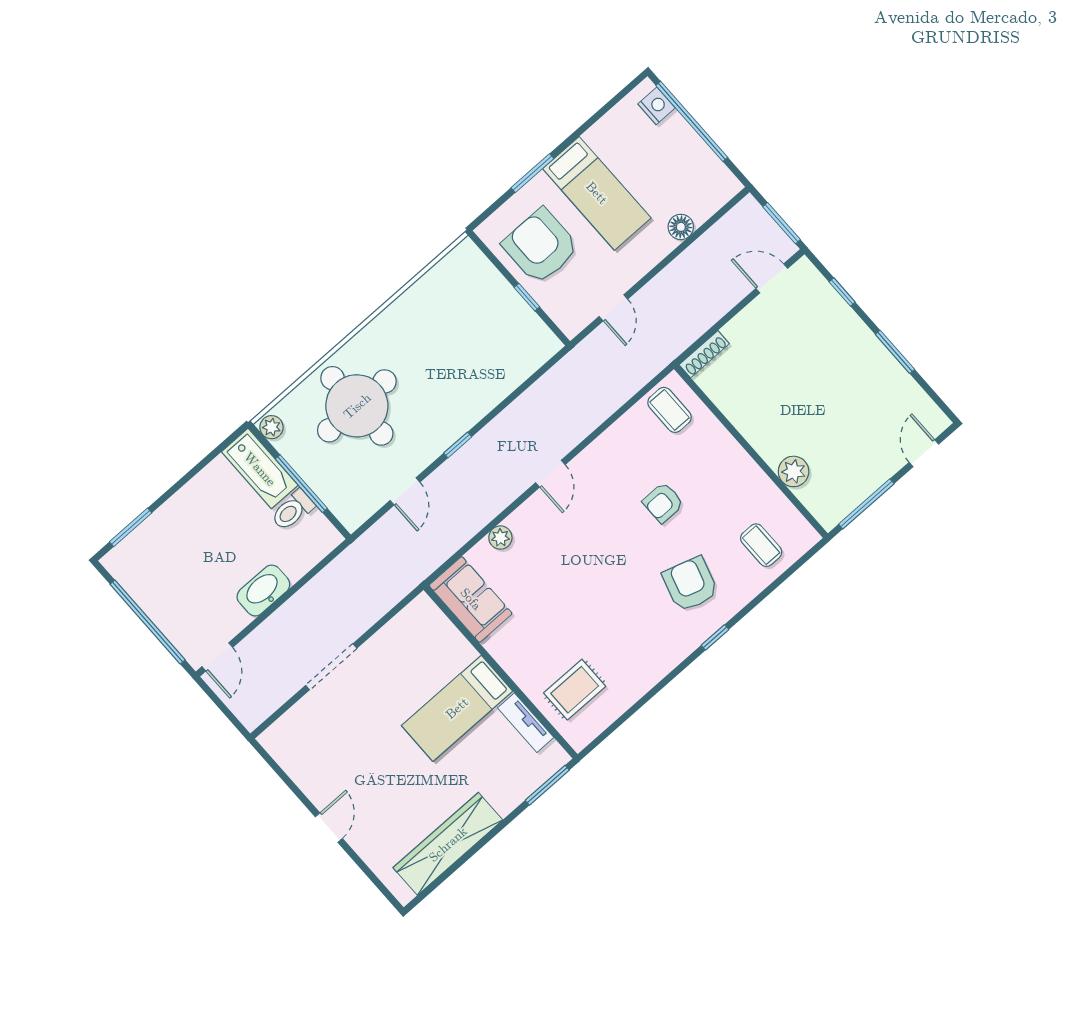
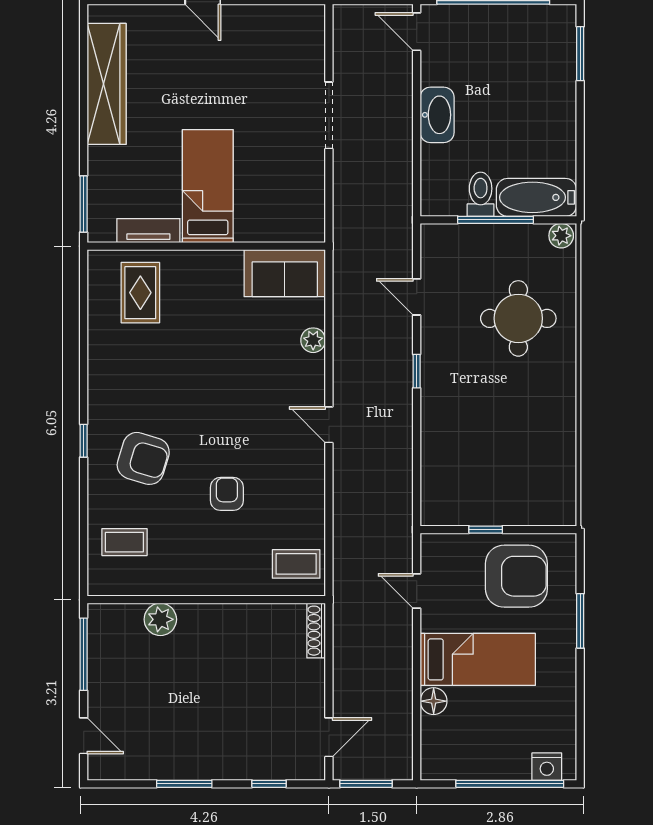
bed: (597, 193) -> (478, 659), moved, turned 180
round table: (357, 406) -> (518, 318), width x0.73, depth x0.73

